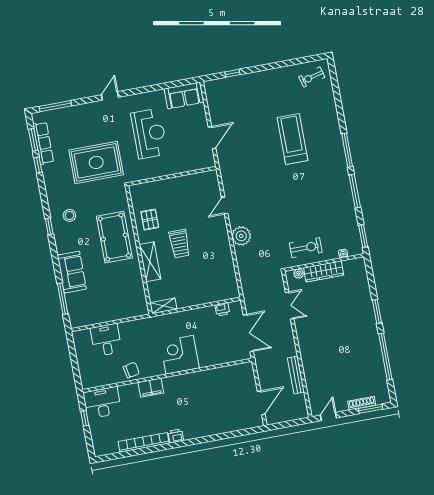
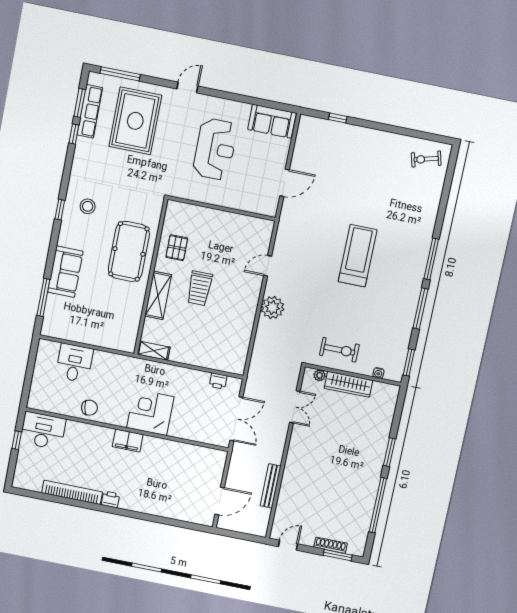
treadmill: (292, 139) -> (358, 256), moved
rug: (96, 162) -> (135, 121), moved, turned 90
filing cabinet: (151, 388) -> (128, 441), moved

